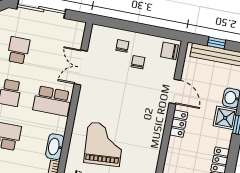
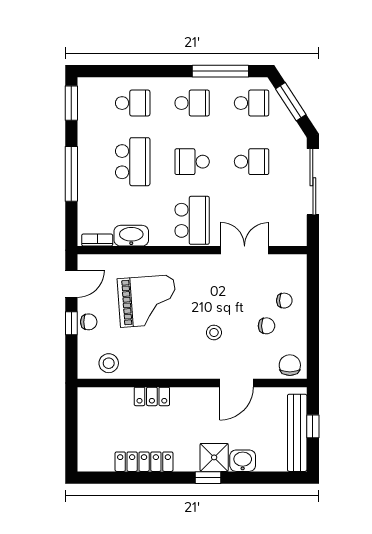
school desk: (52, 101) -> (192, 220), turned 180
stool: (136, 101) -> (214, 332), added
locker: (179, 124) -> (152, 396), moved

